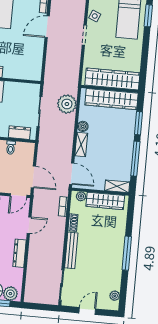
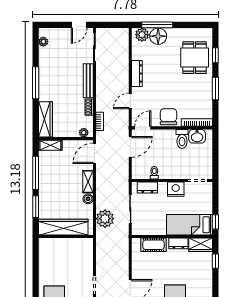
cot: (18, 72) -> (153, 245), added
wardrobe: (112, 79) -> (64, 246), removed
door: (72, 174) -> (94, 153), hinge flipped
door: (33, 177) -> (130, 147), swing flipped
wardrobe: (105, 201) -> (45, 119), moved, turned 90
door: (87, 311) -> (79, 25), moved

